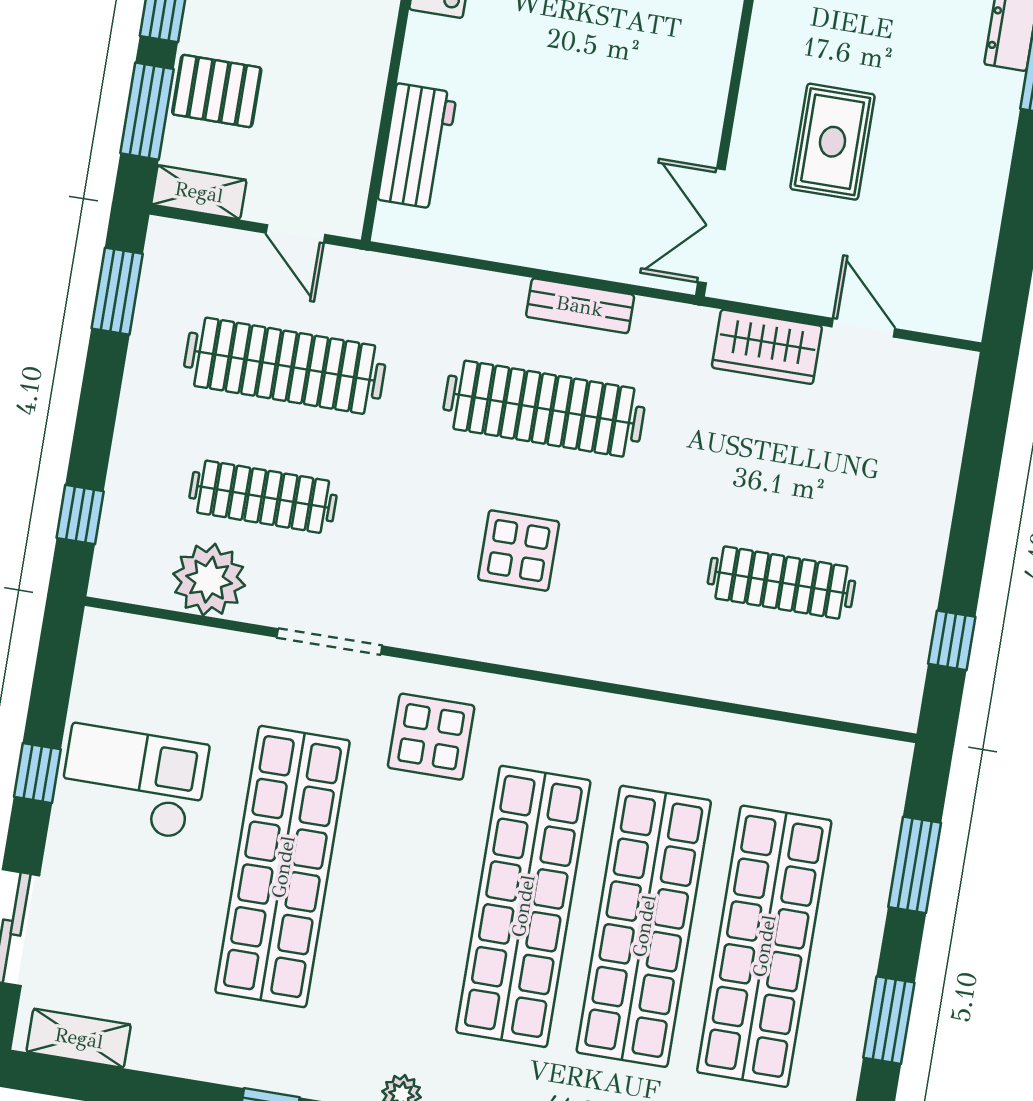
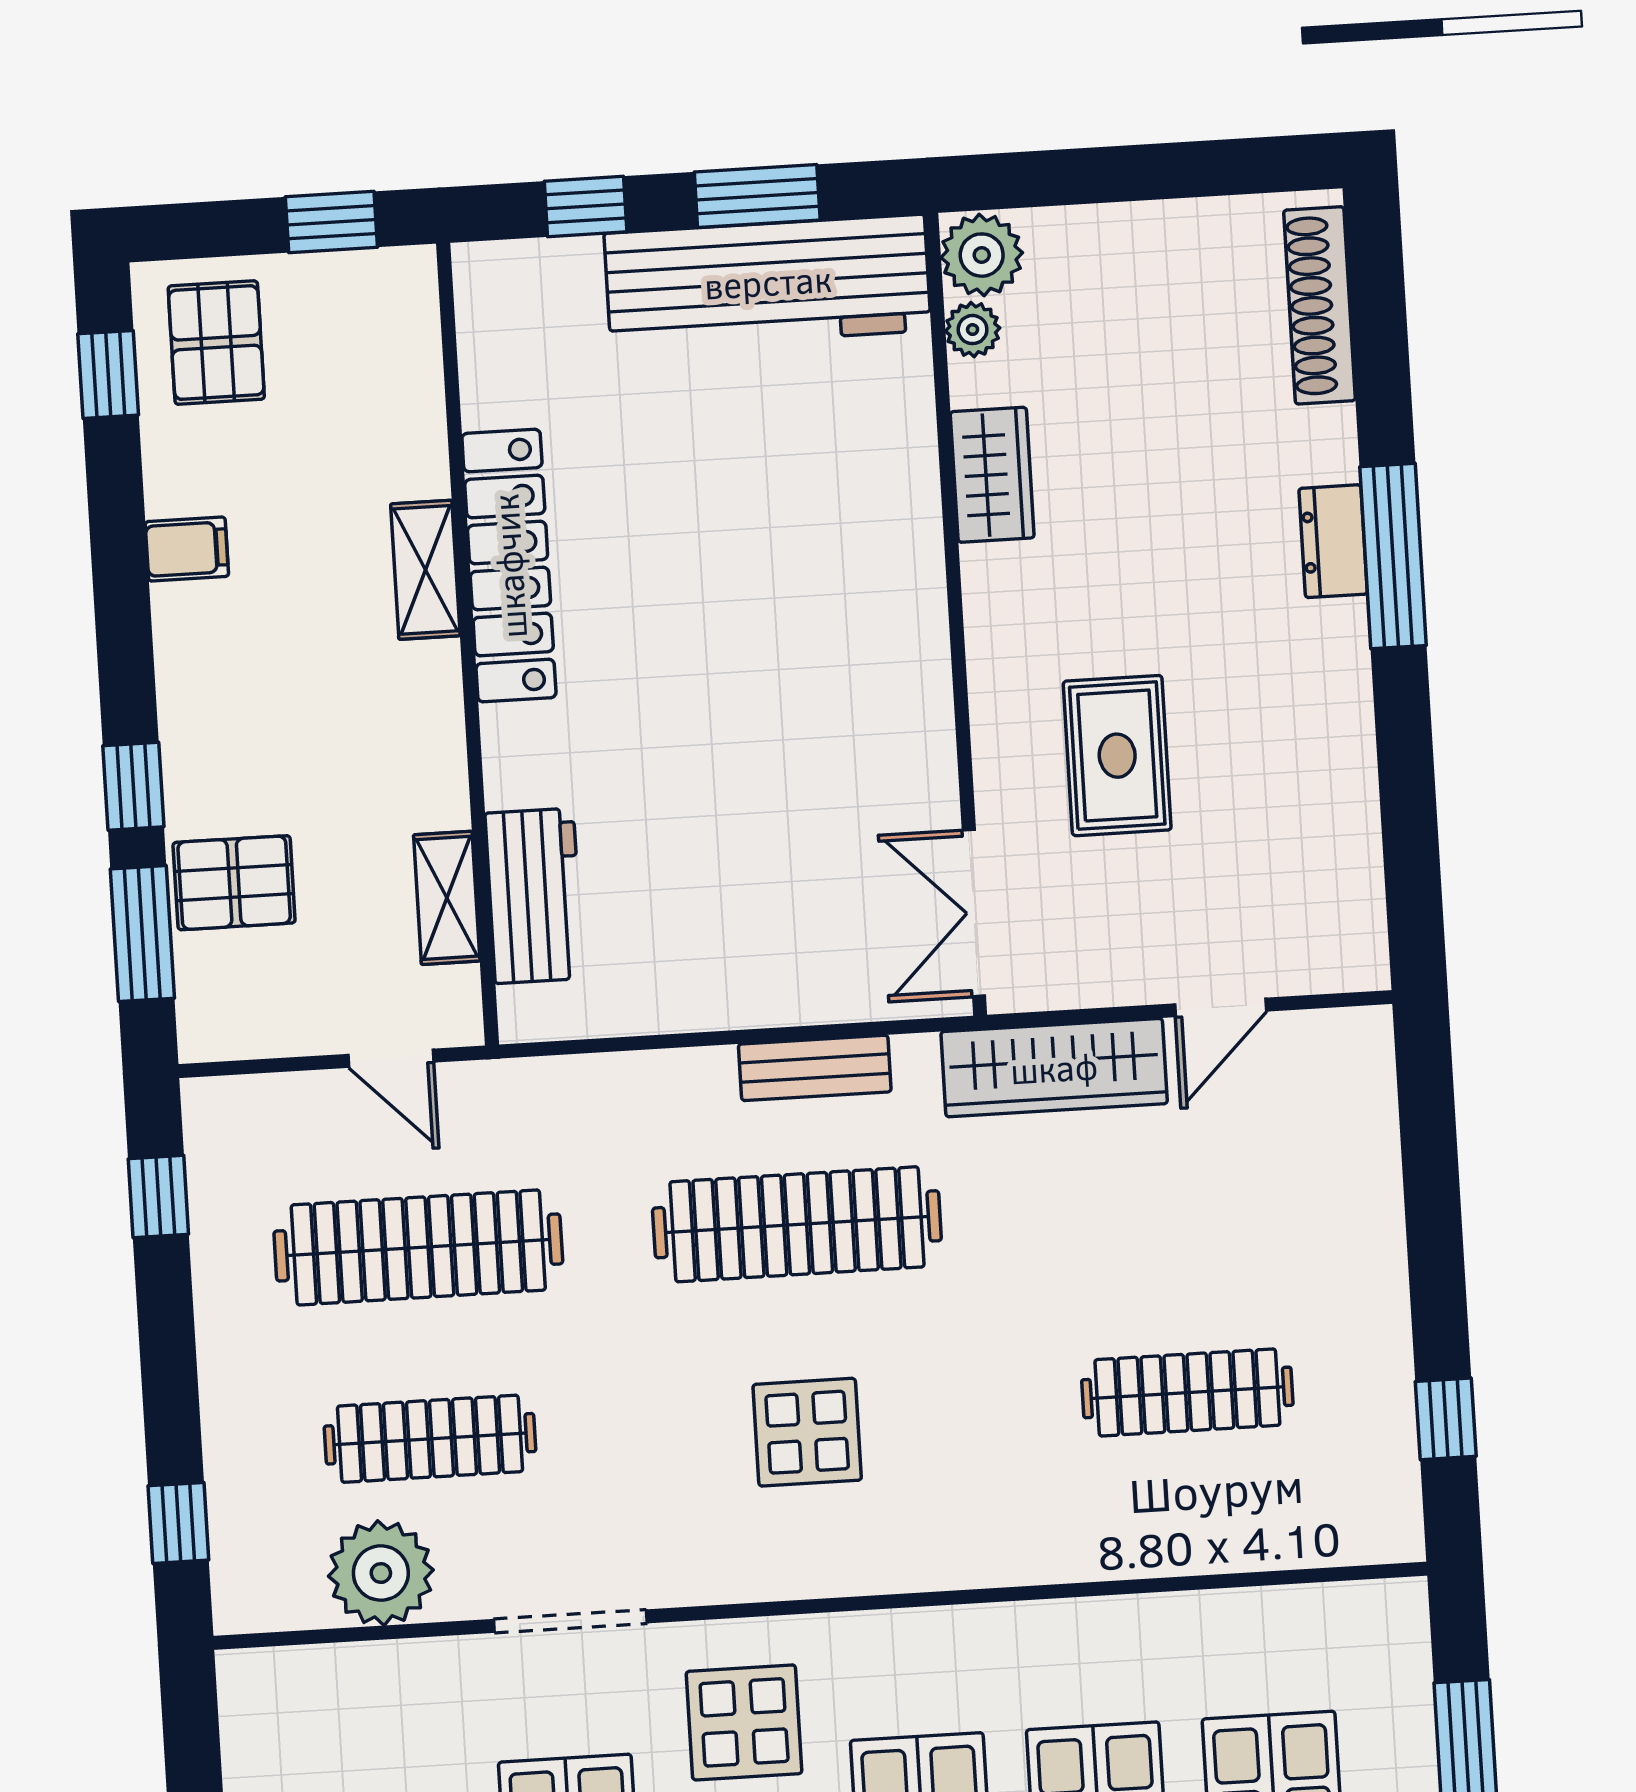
shelving: (199, 192) -> (447, 898), moved, turned 90
window: (117, 291) -> (158, 1196), width x0.67
door: (863, 328) -> (1221, 1007), swing flipped
wardrobe: (767, 347) -> (1054, 1068), width x1.50

